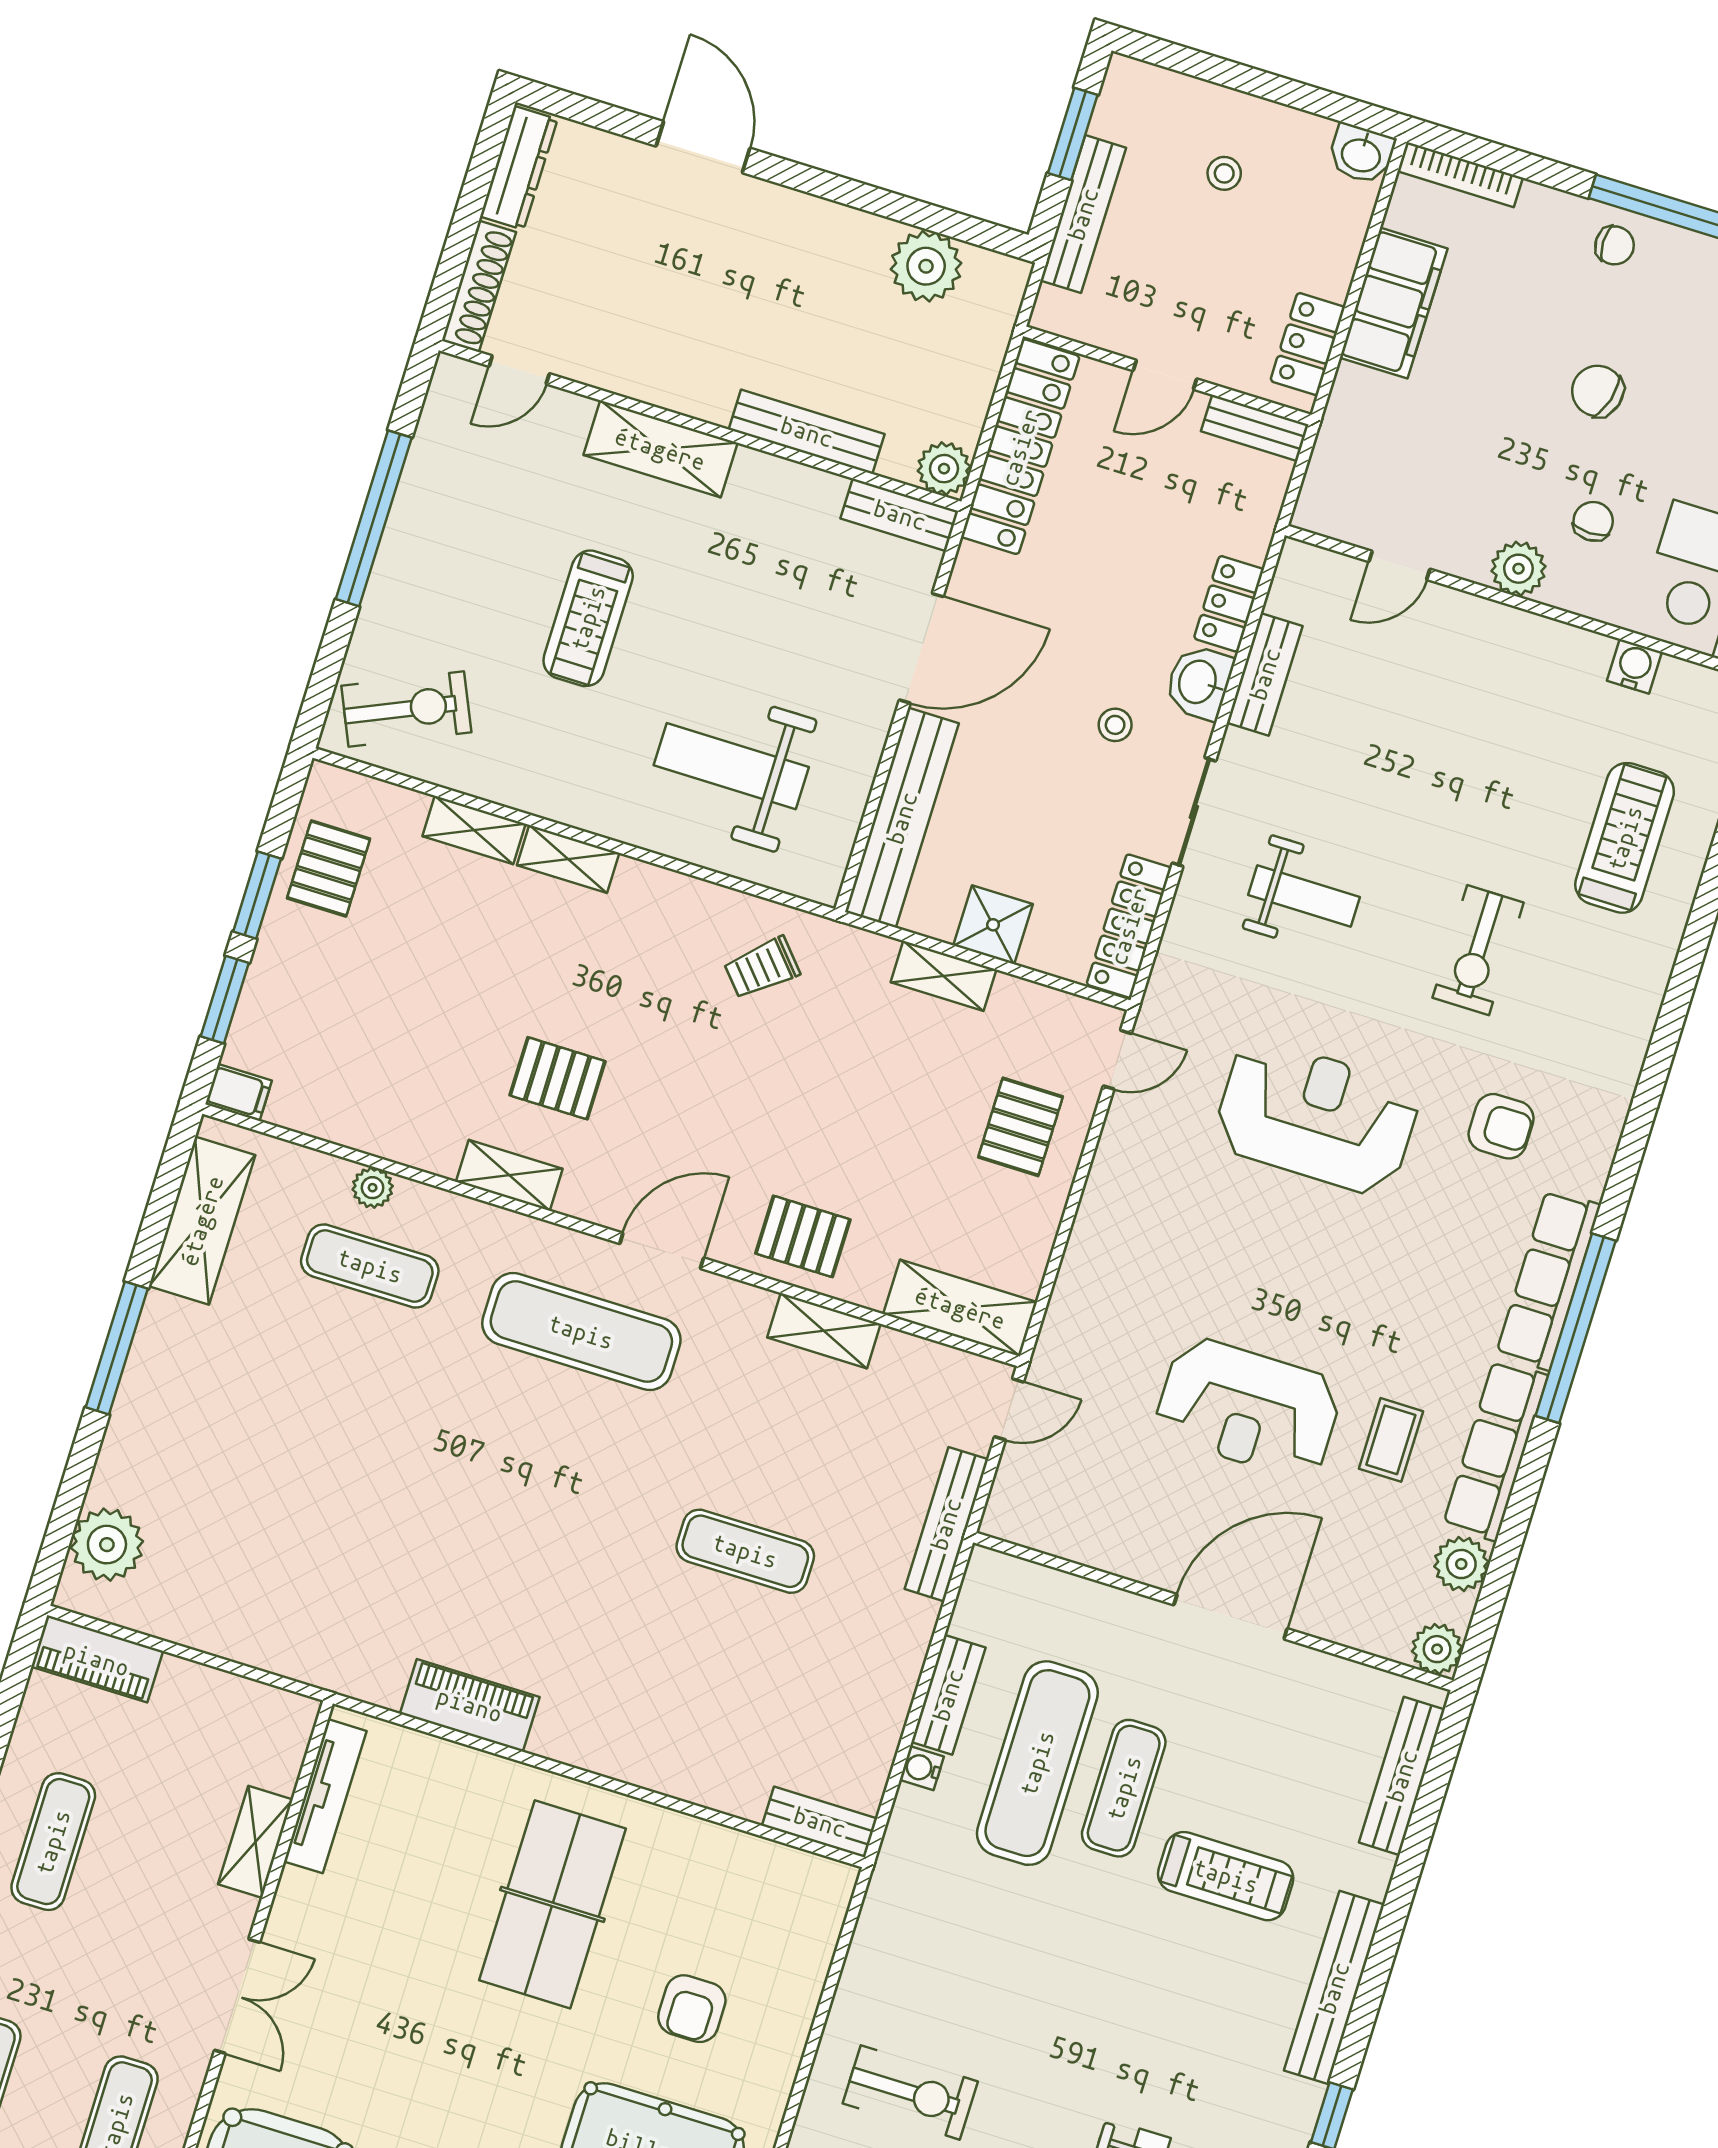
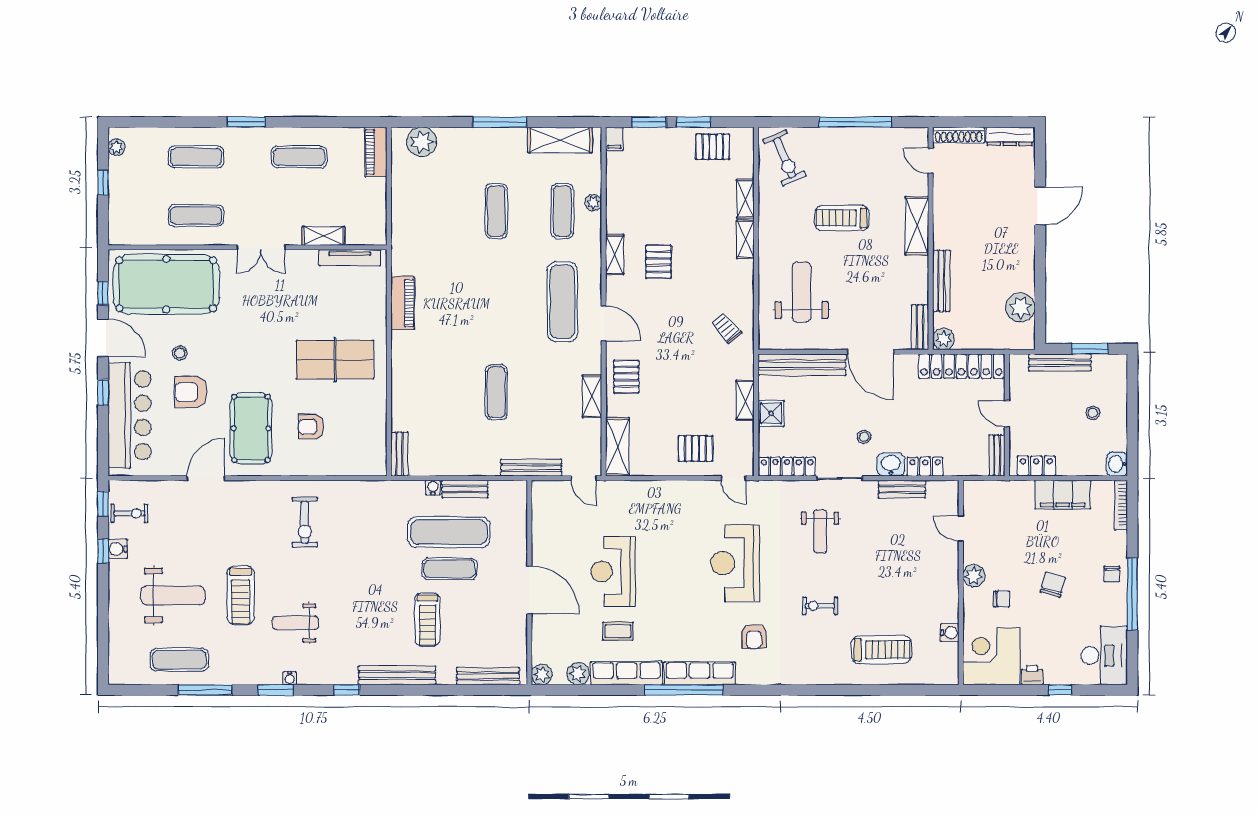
exercise bike: (1478, 950) -> (820, 606), width x0.73, depth x0.72
reception desk: (1316, 1117) -> (735, 563), turned 180
exercise mat: (322, 1420) -> (496, 211), added

